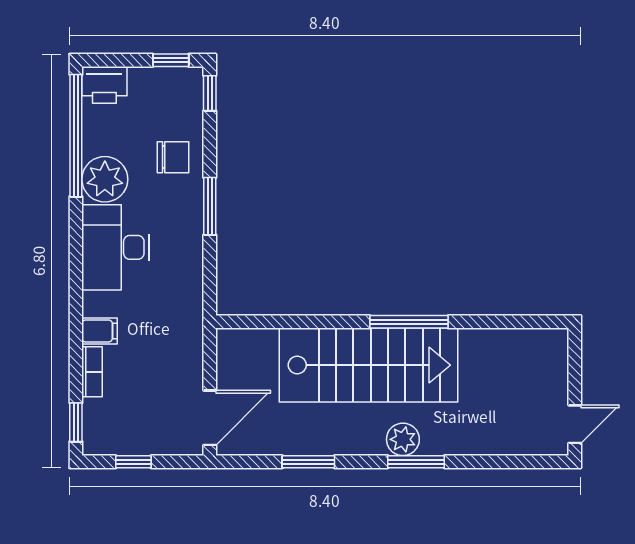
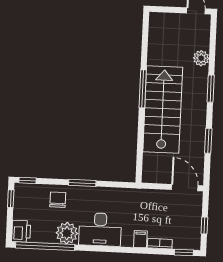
plant: (403, 439) -> (201, 58), moved

